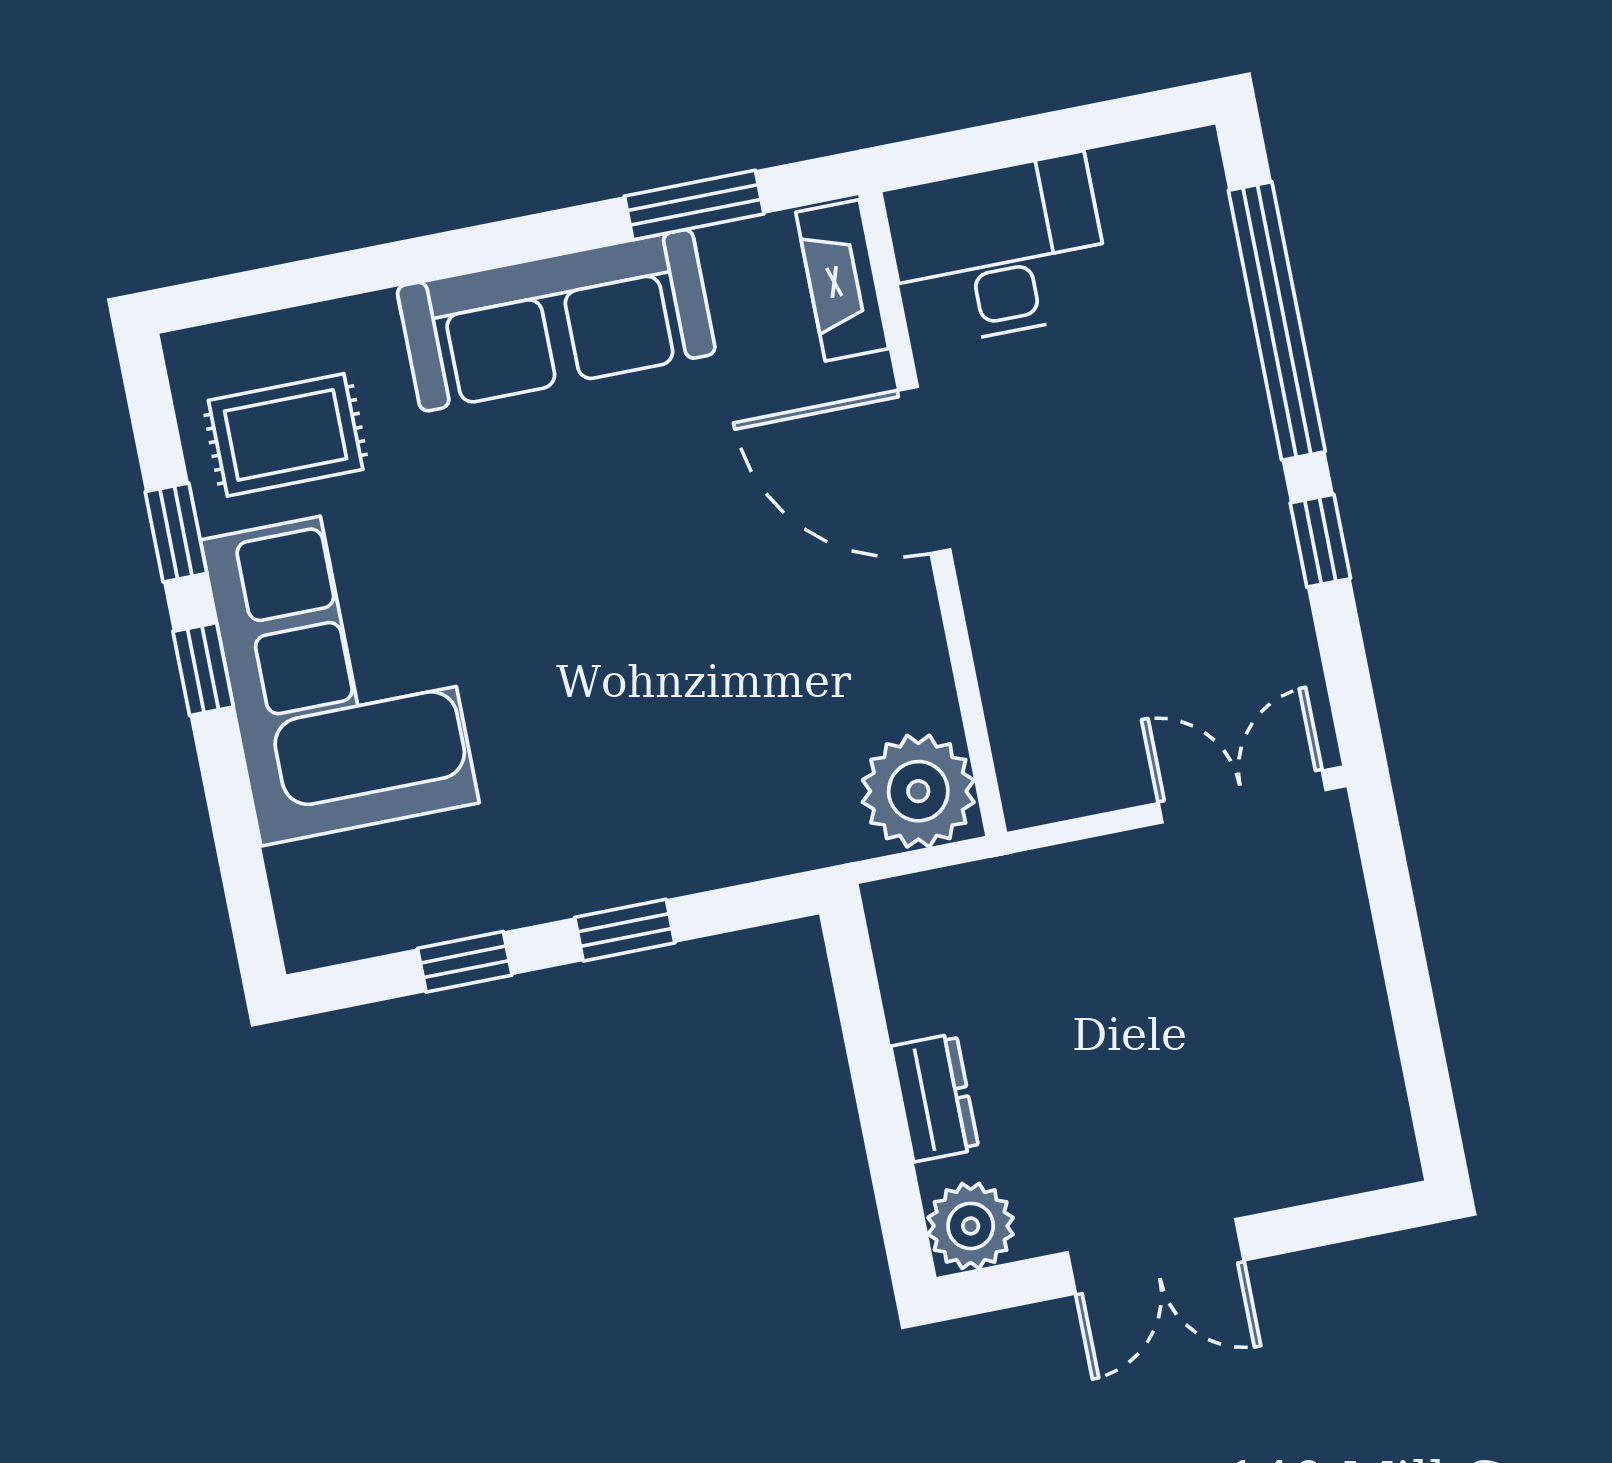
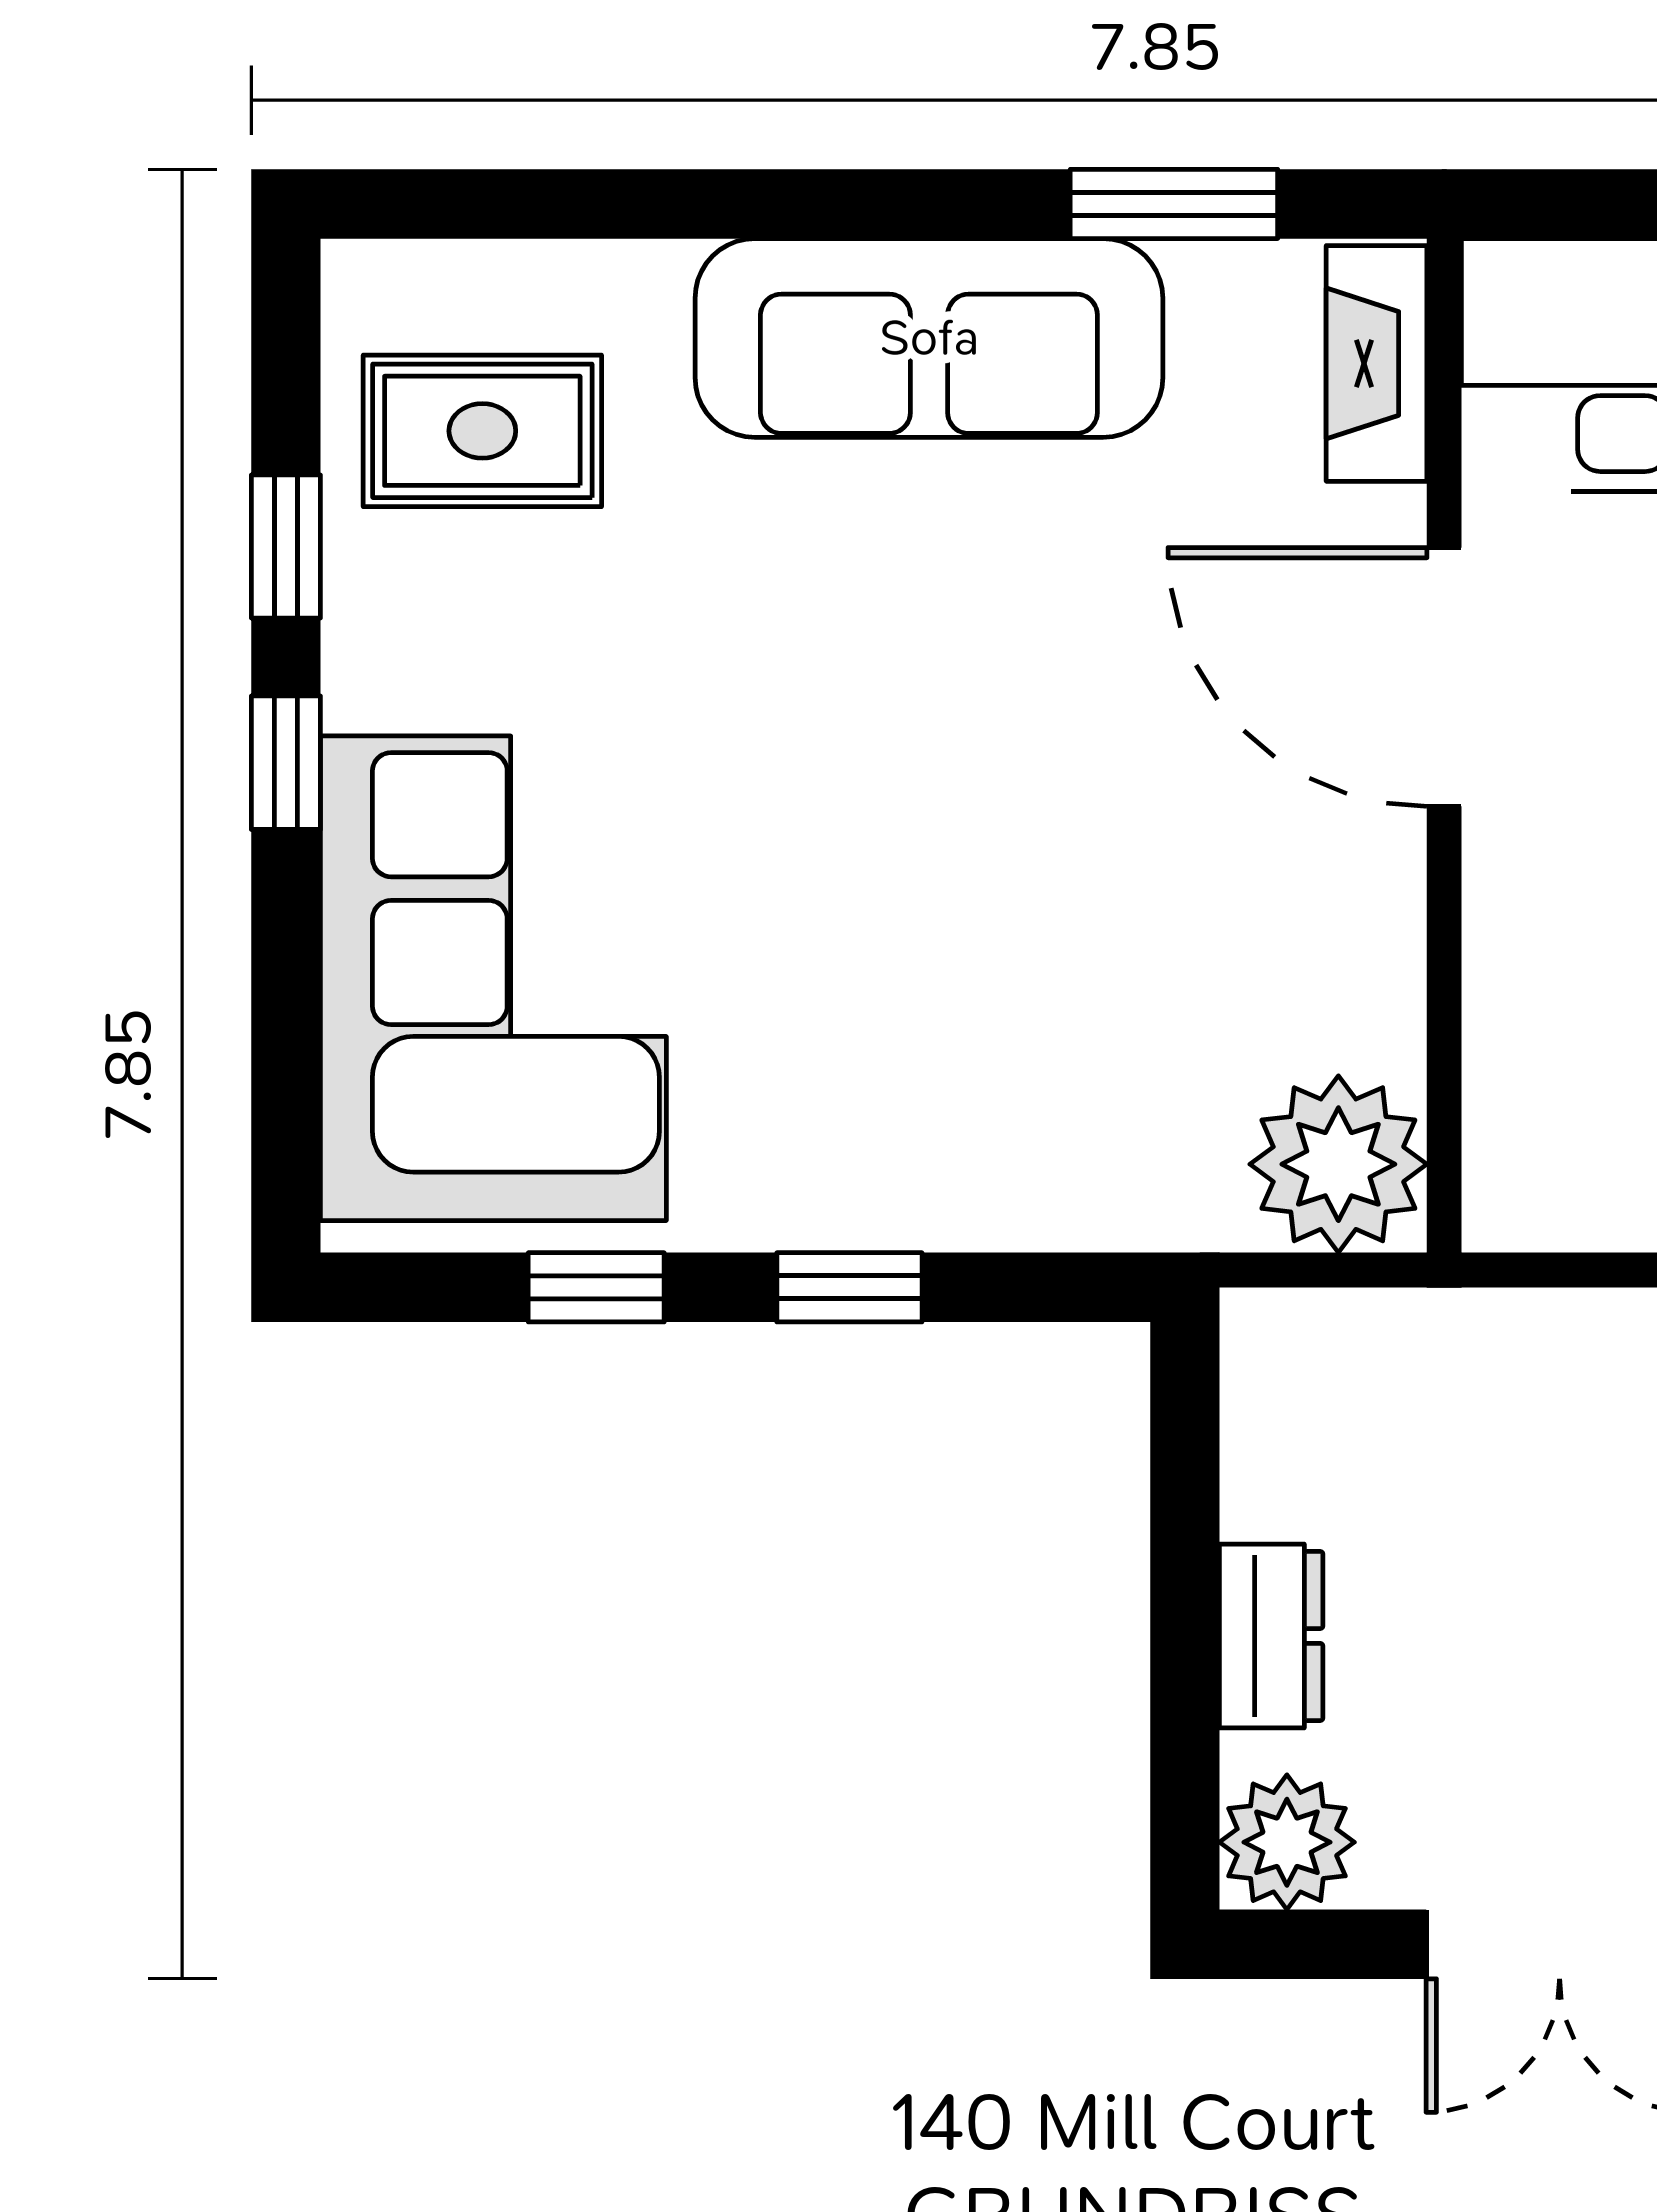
corner sofa: (340, 671) -> (493, 978), moved

